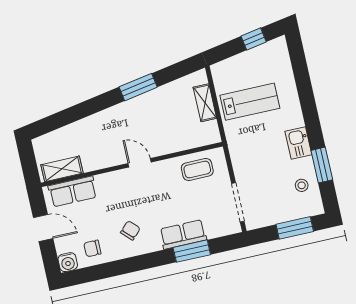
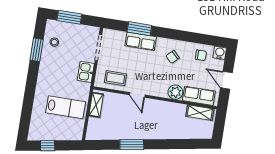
lab bench: (250, 102) -> (66, 107), turned 180
shelving: (205, 103) -> (96, 105), moved
kitchen sink: (298, 143) -> (86, 72), moved, turned 180
door: (140, 163) -> (137, 95), moved
plant: (107, 183) -> (175, 92), added

